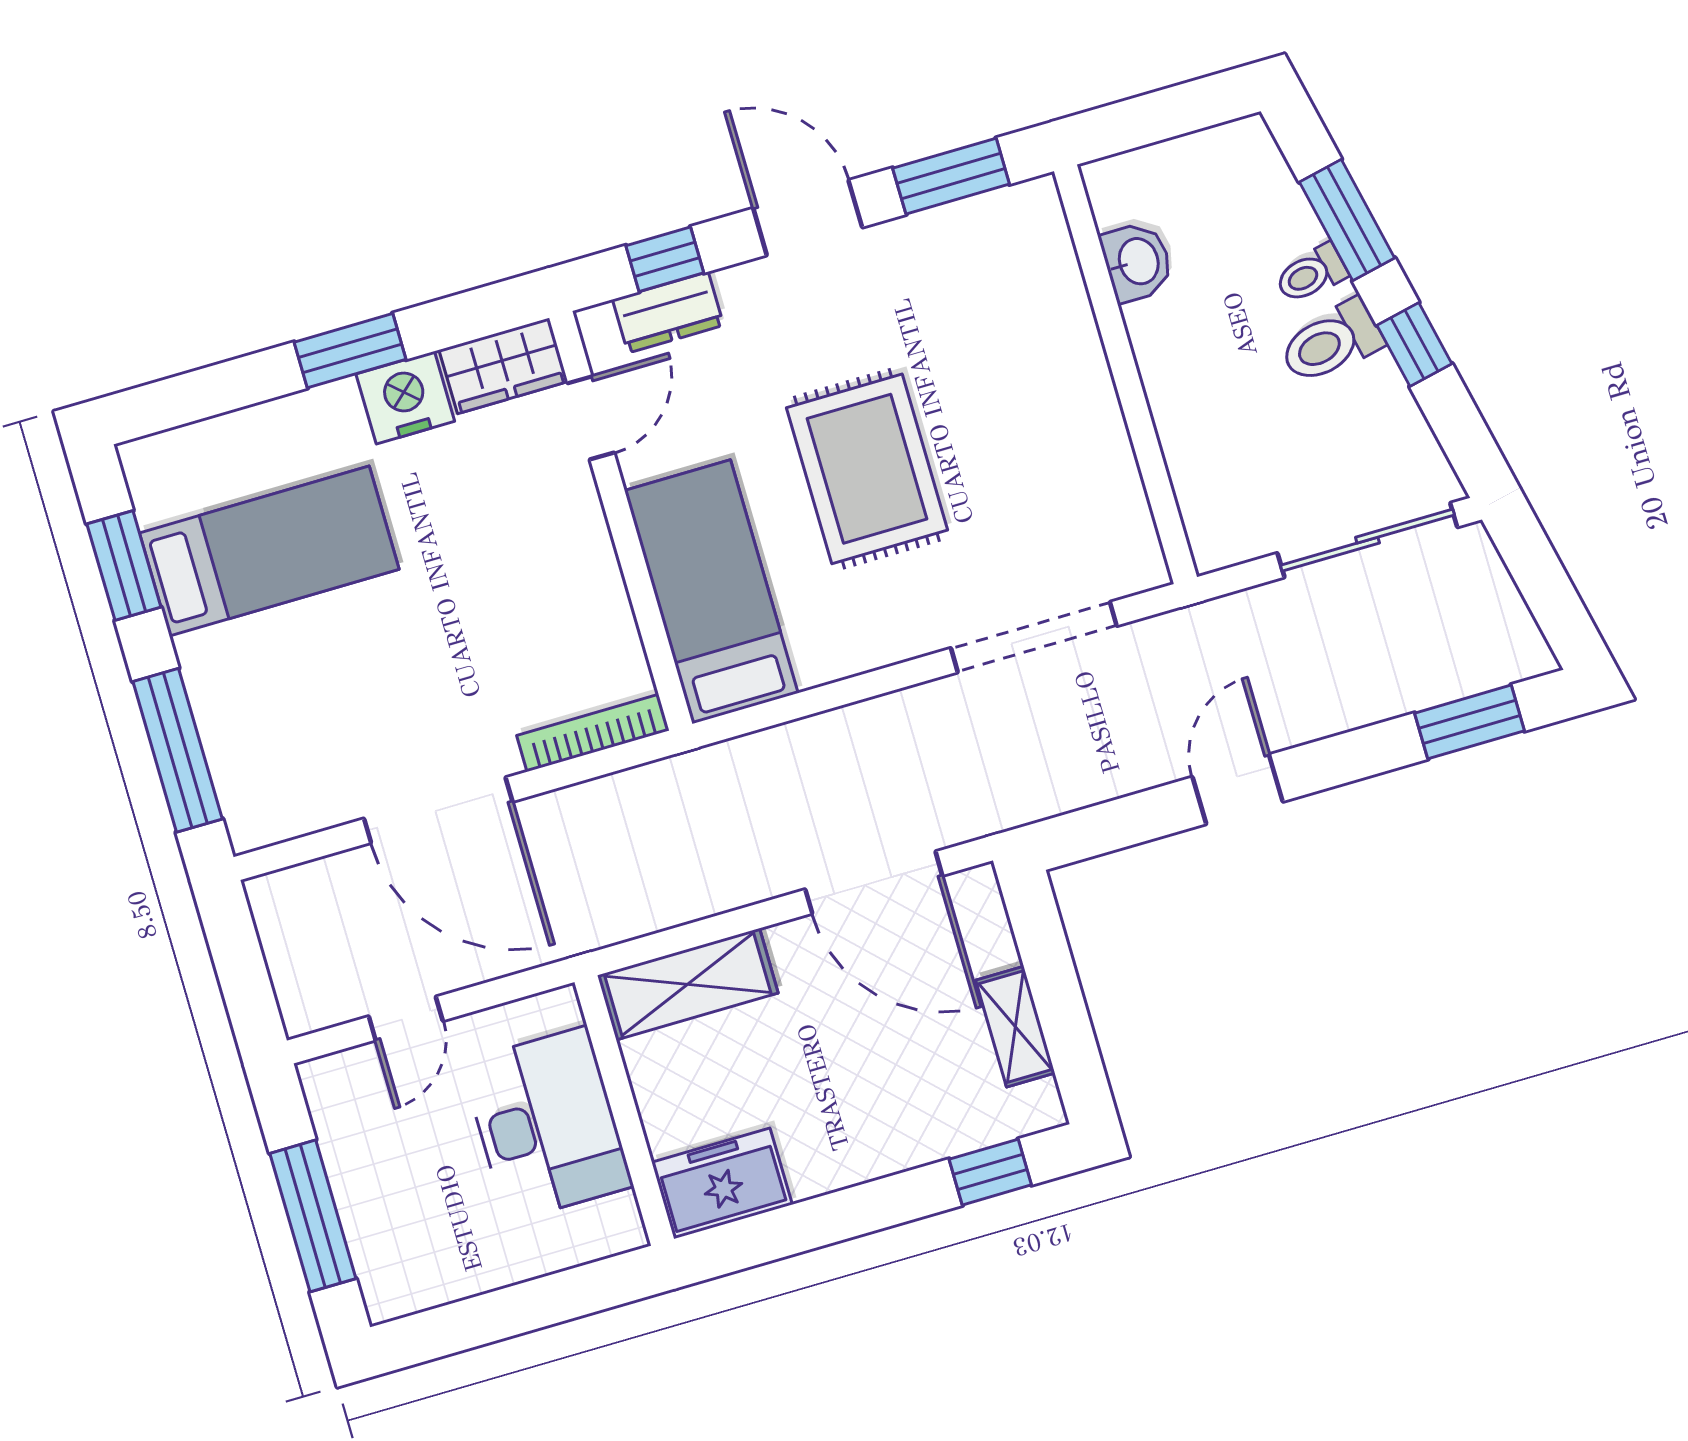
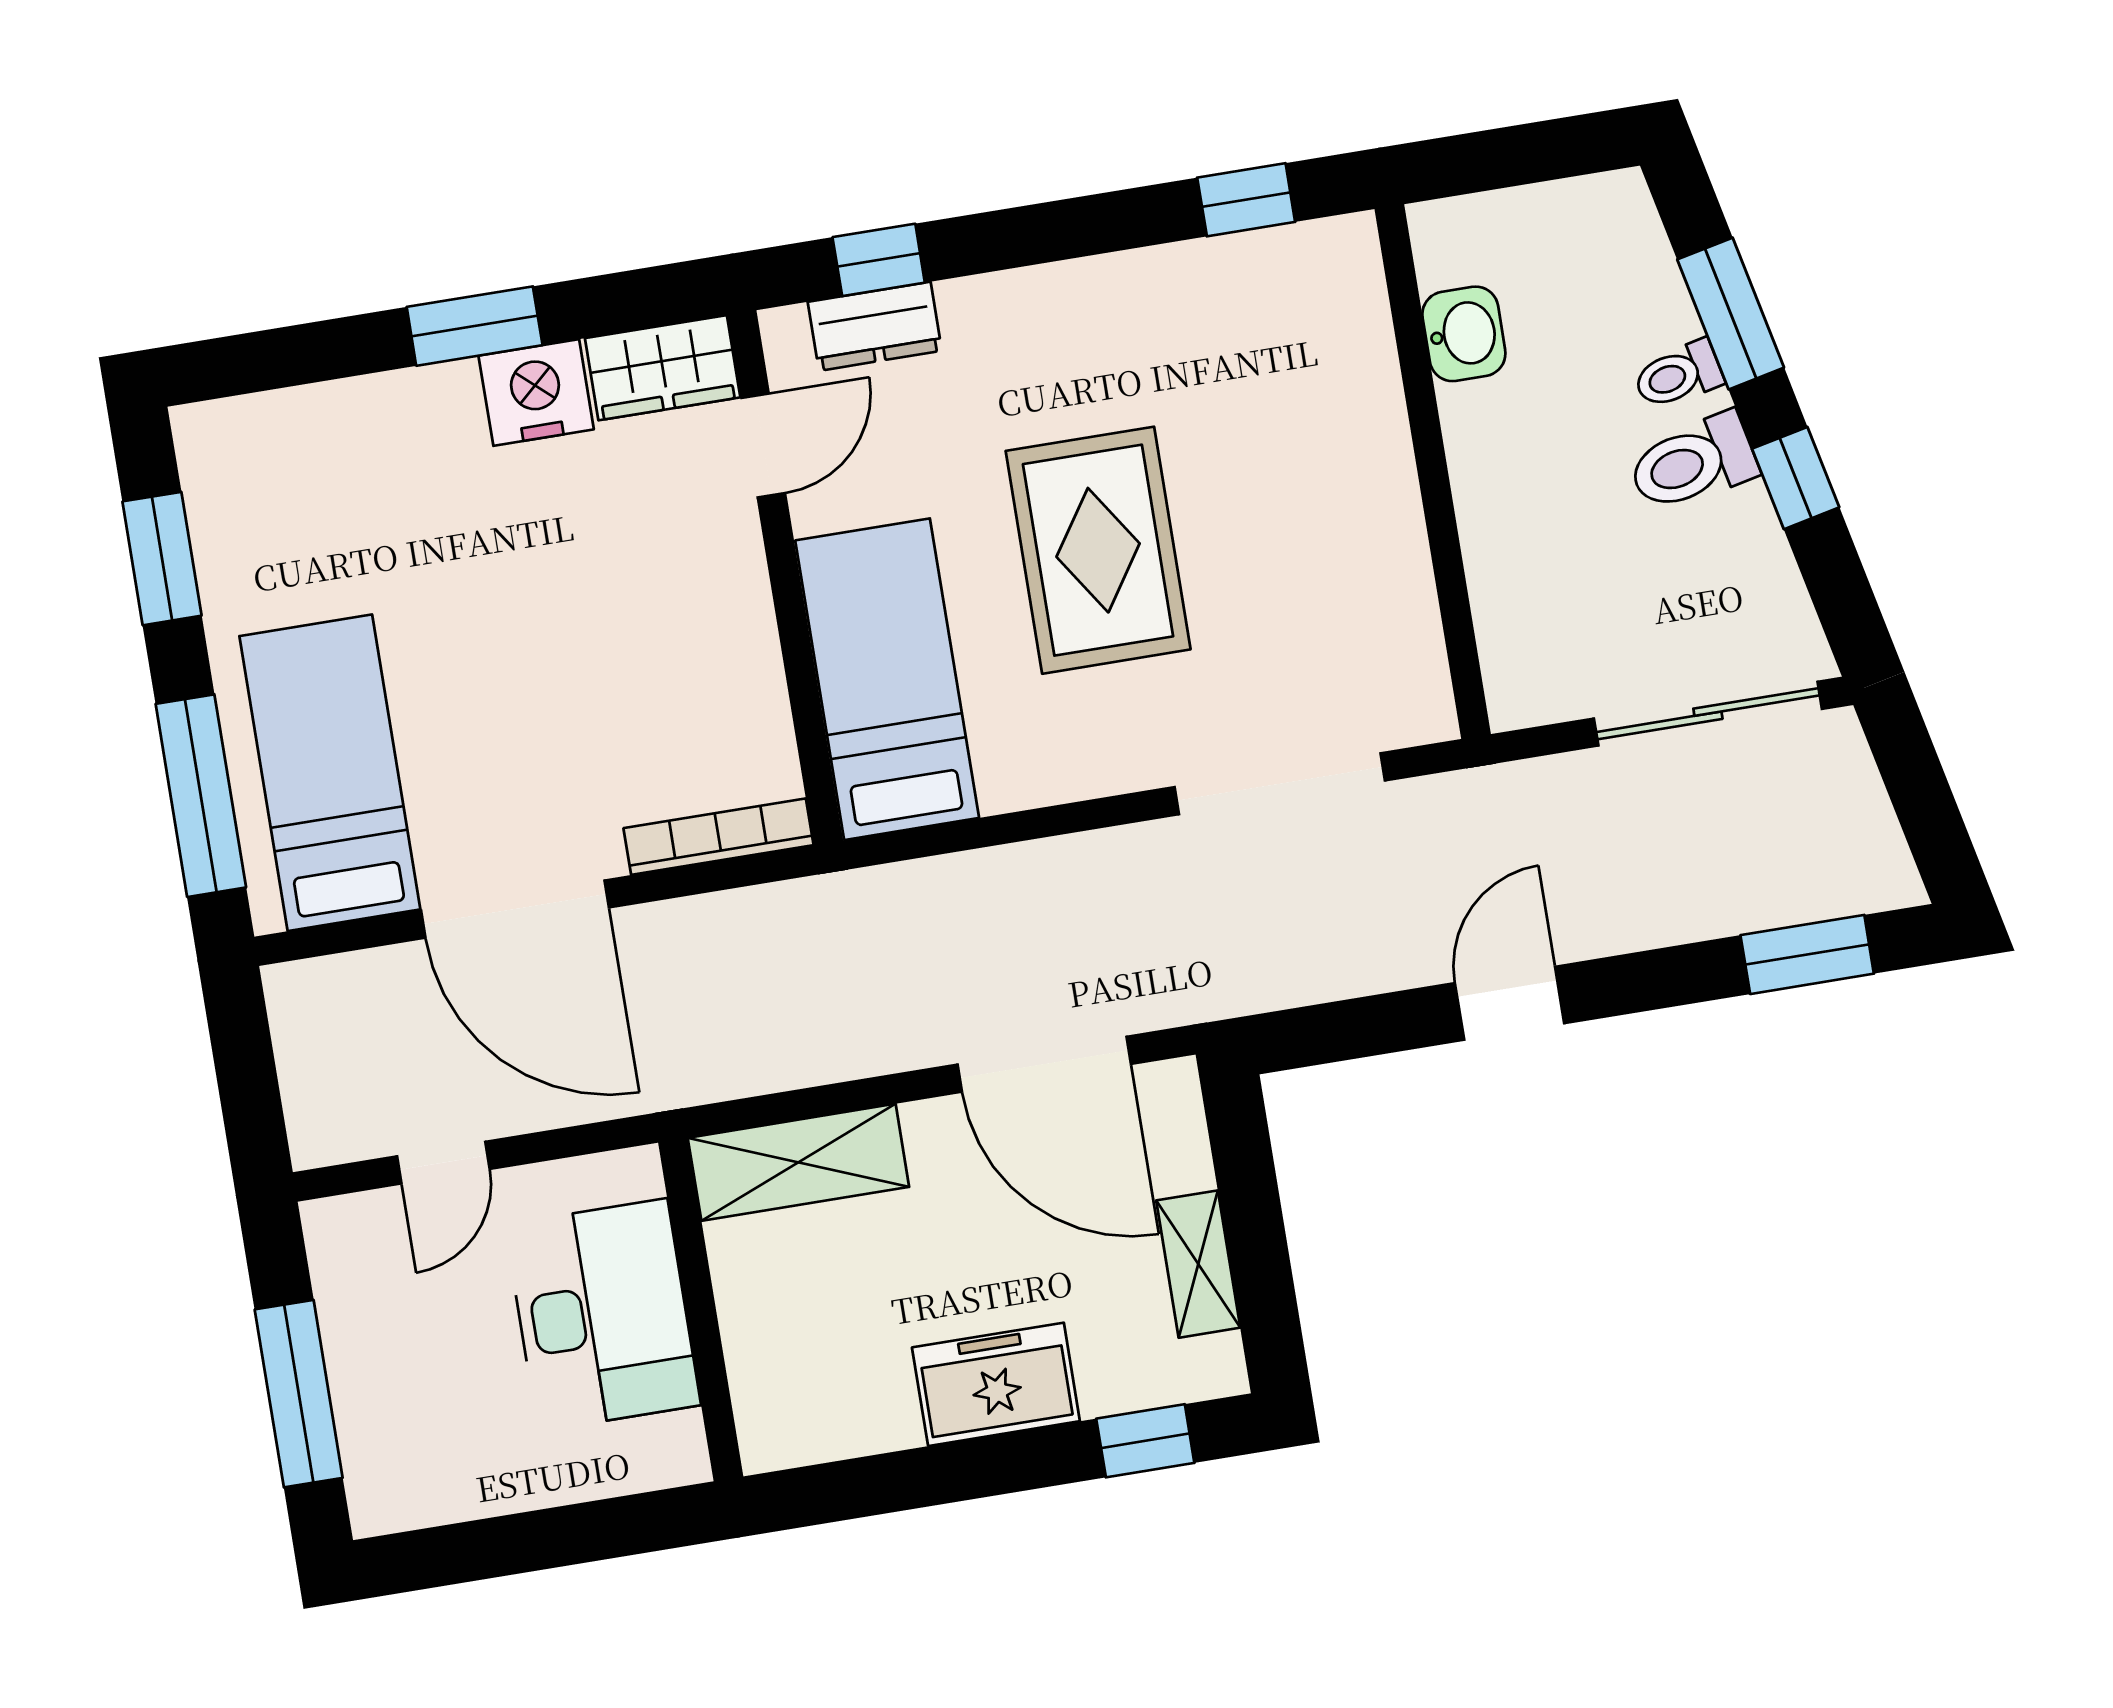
window: (951, 176) -> (1246, 200), width x0.67
door: (808, 218) -> (1062, 230), removed
bed: (269, 551) -> (330, 773), moved, turned -90
freezer: (722, 1183) -> (996, 1384), moved

